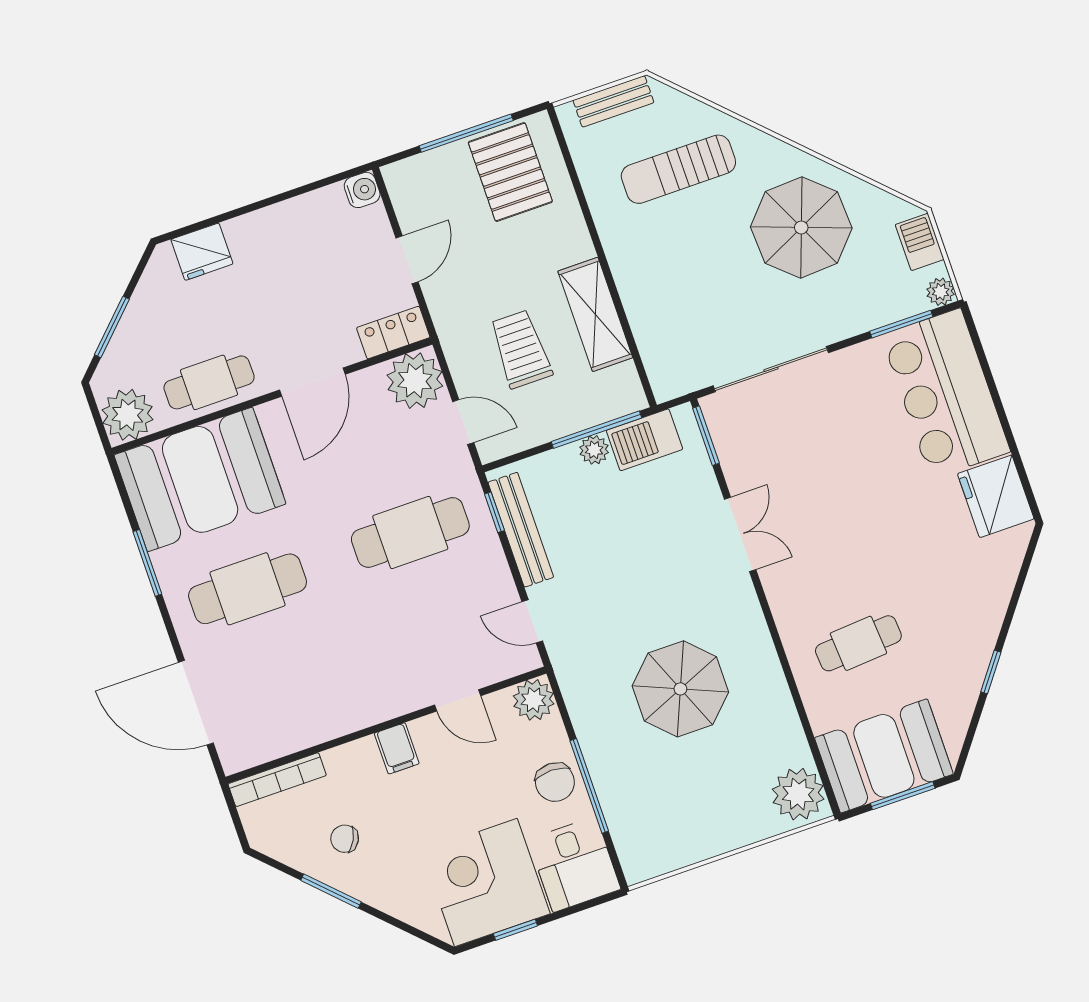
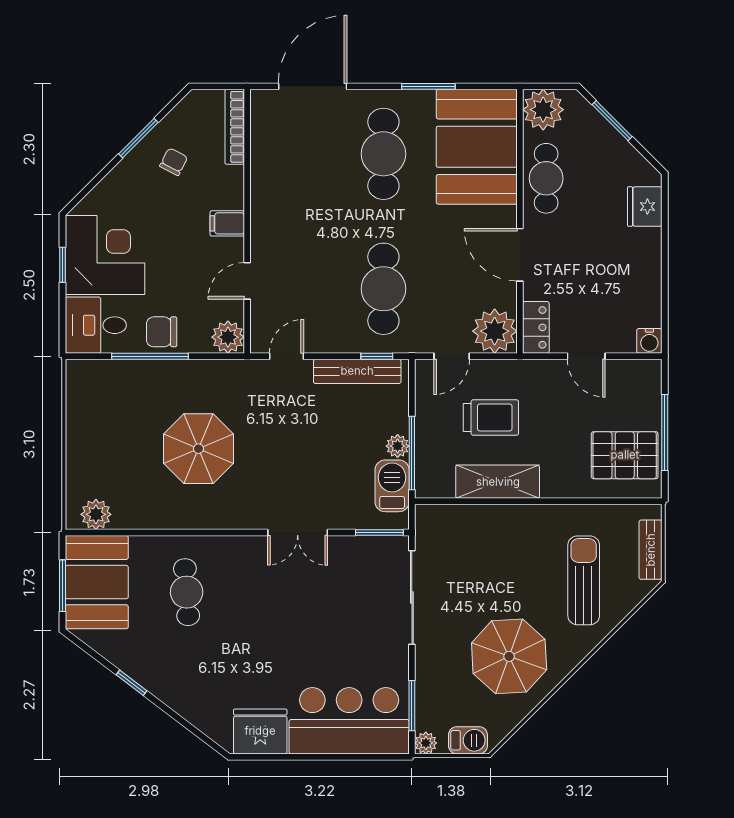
plant: (798, 794) -> (96, 514), width x0.73, depth x0.73

